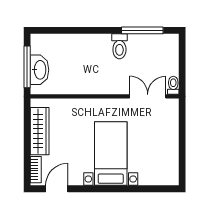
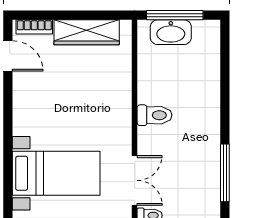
toilet: (119, 46) -> (154, 115), moved, turned 180
bed with nightstands: (111, 153) -> (56, 173), moved

